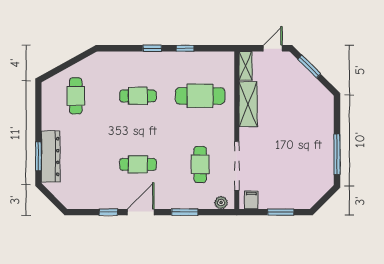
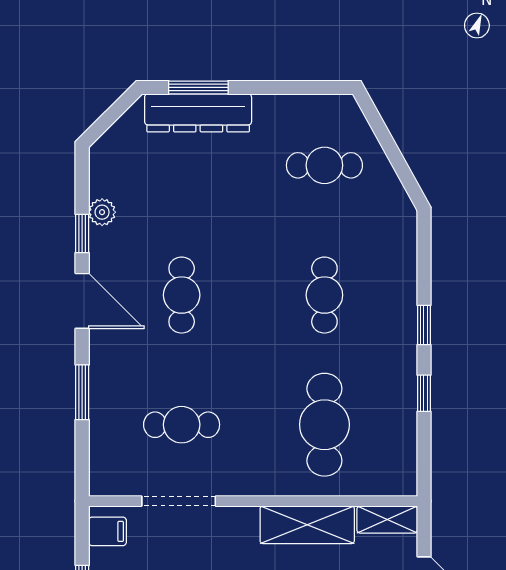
doorway: (237, 166) -> (179, 501), width x0.73
plant: (221, 203) -> (102, 212), moved

